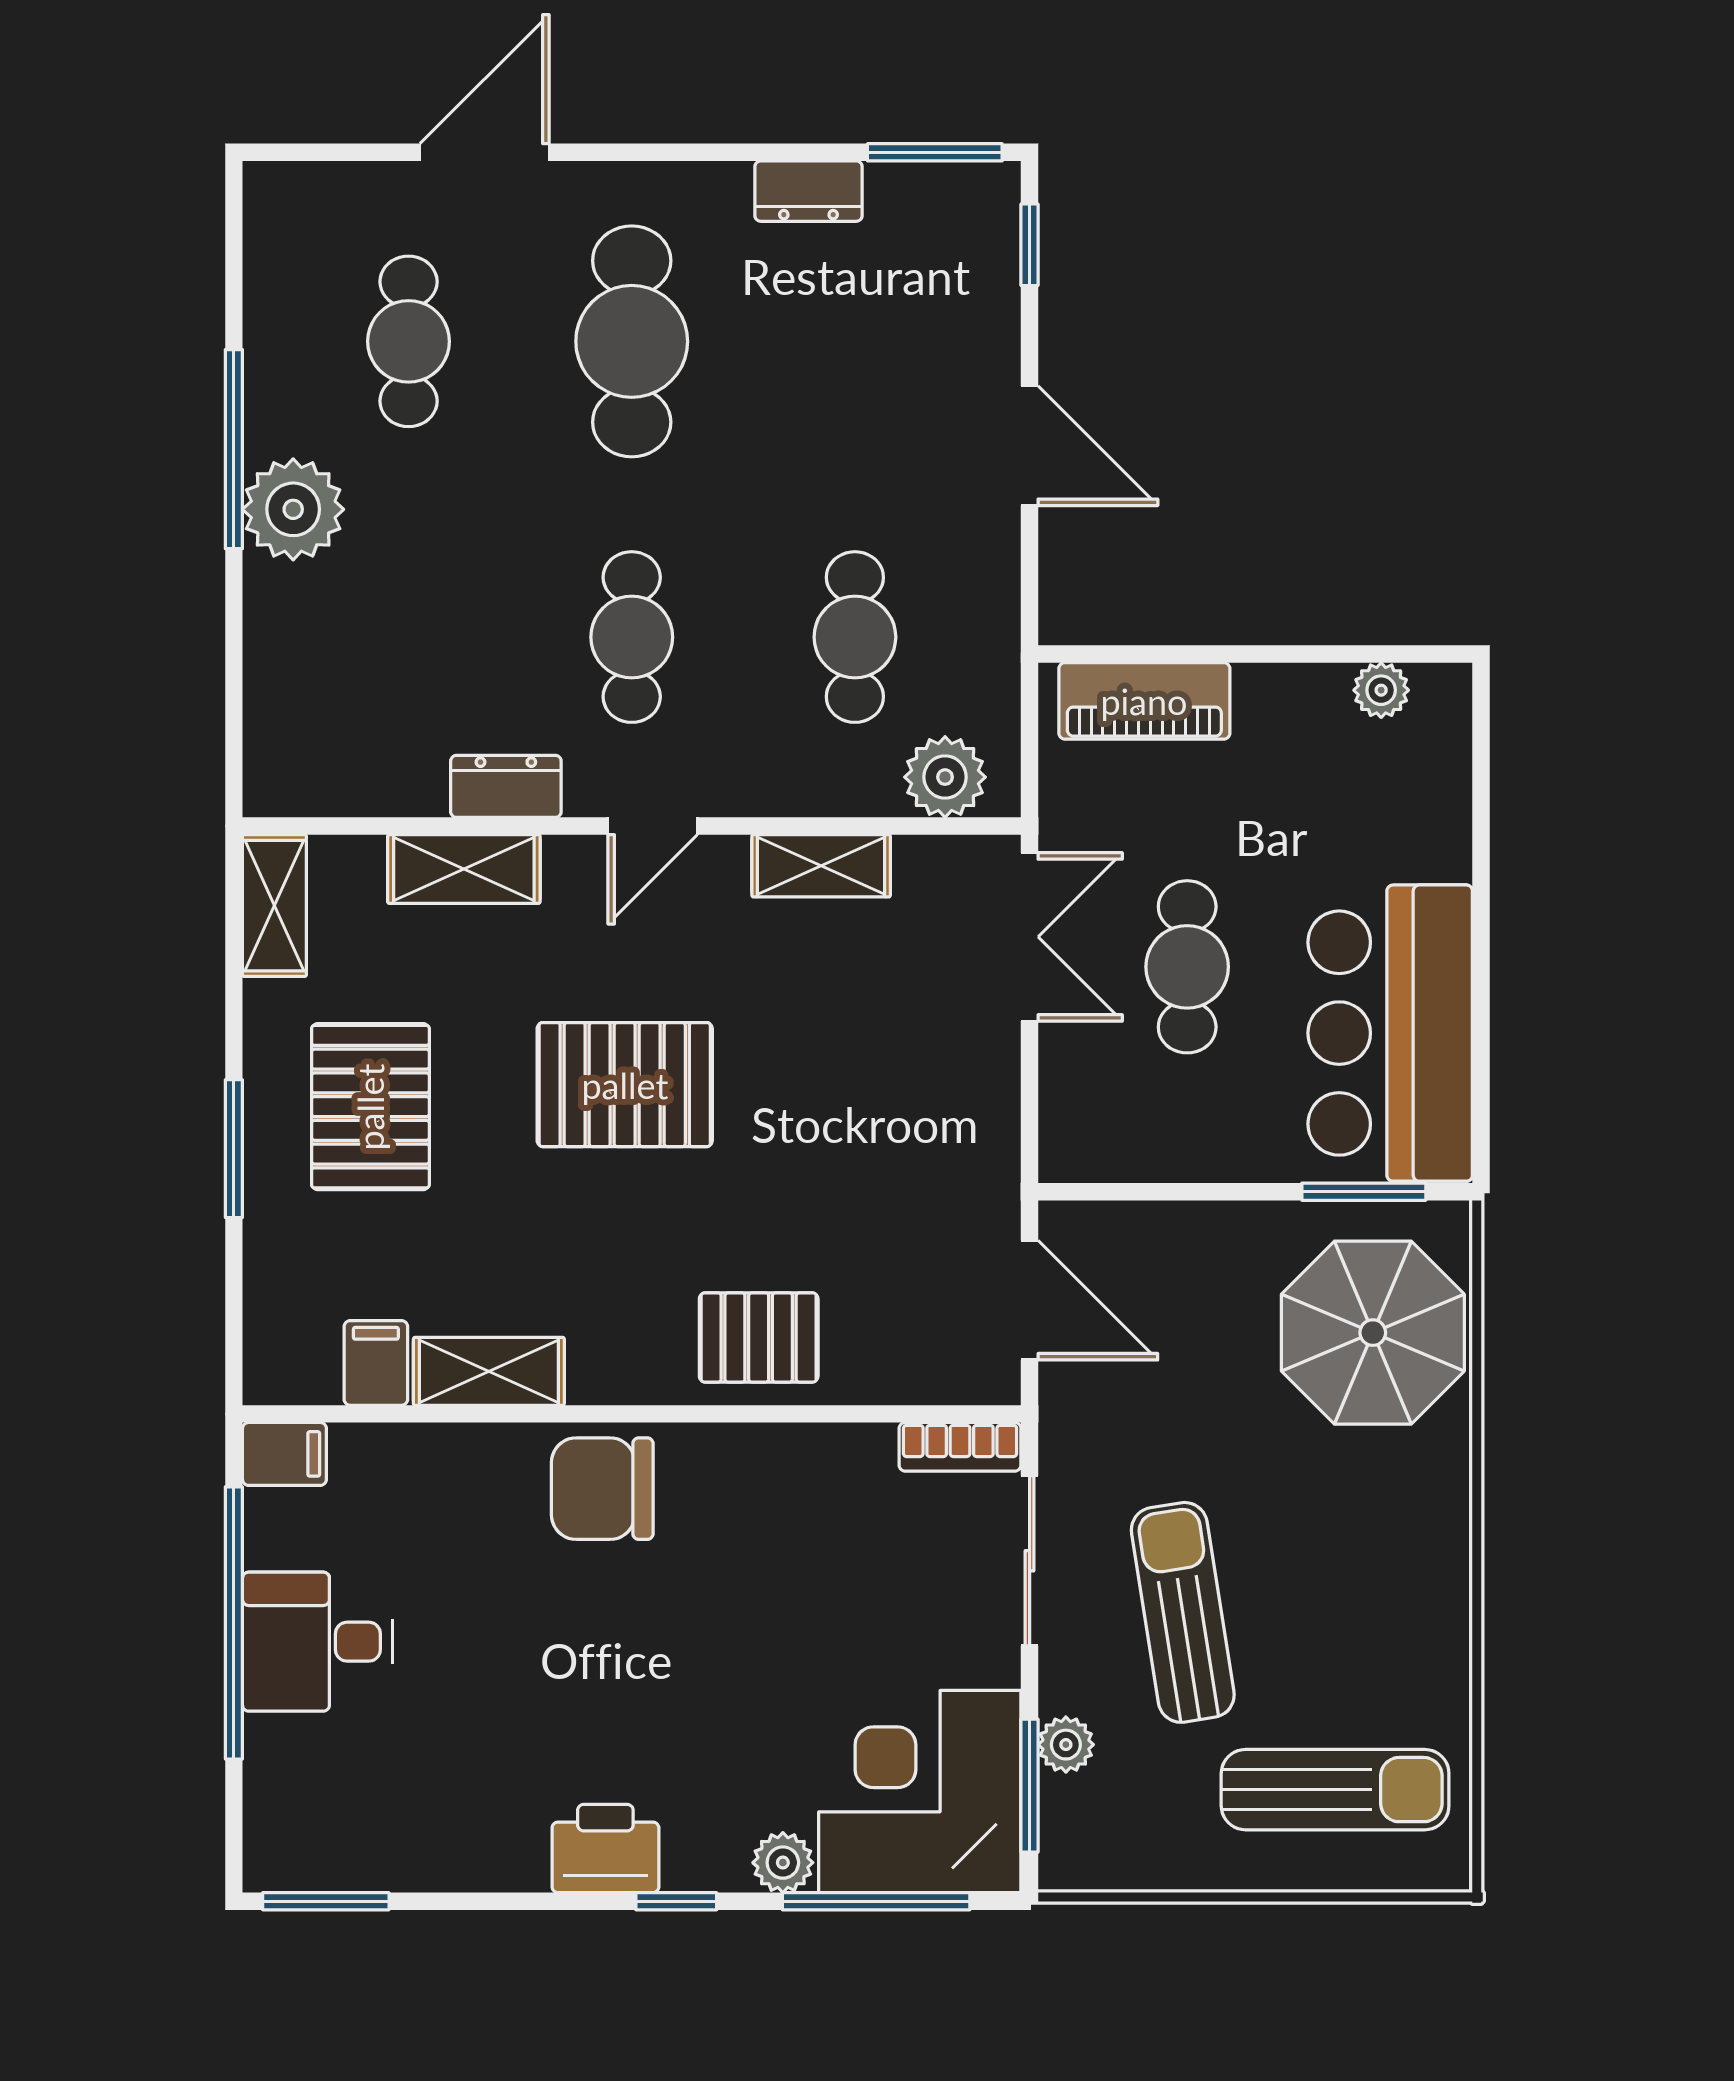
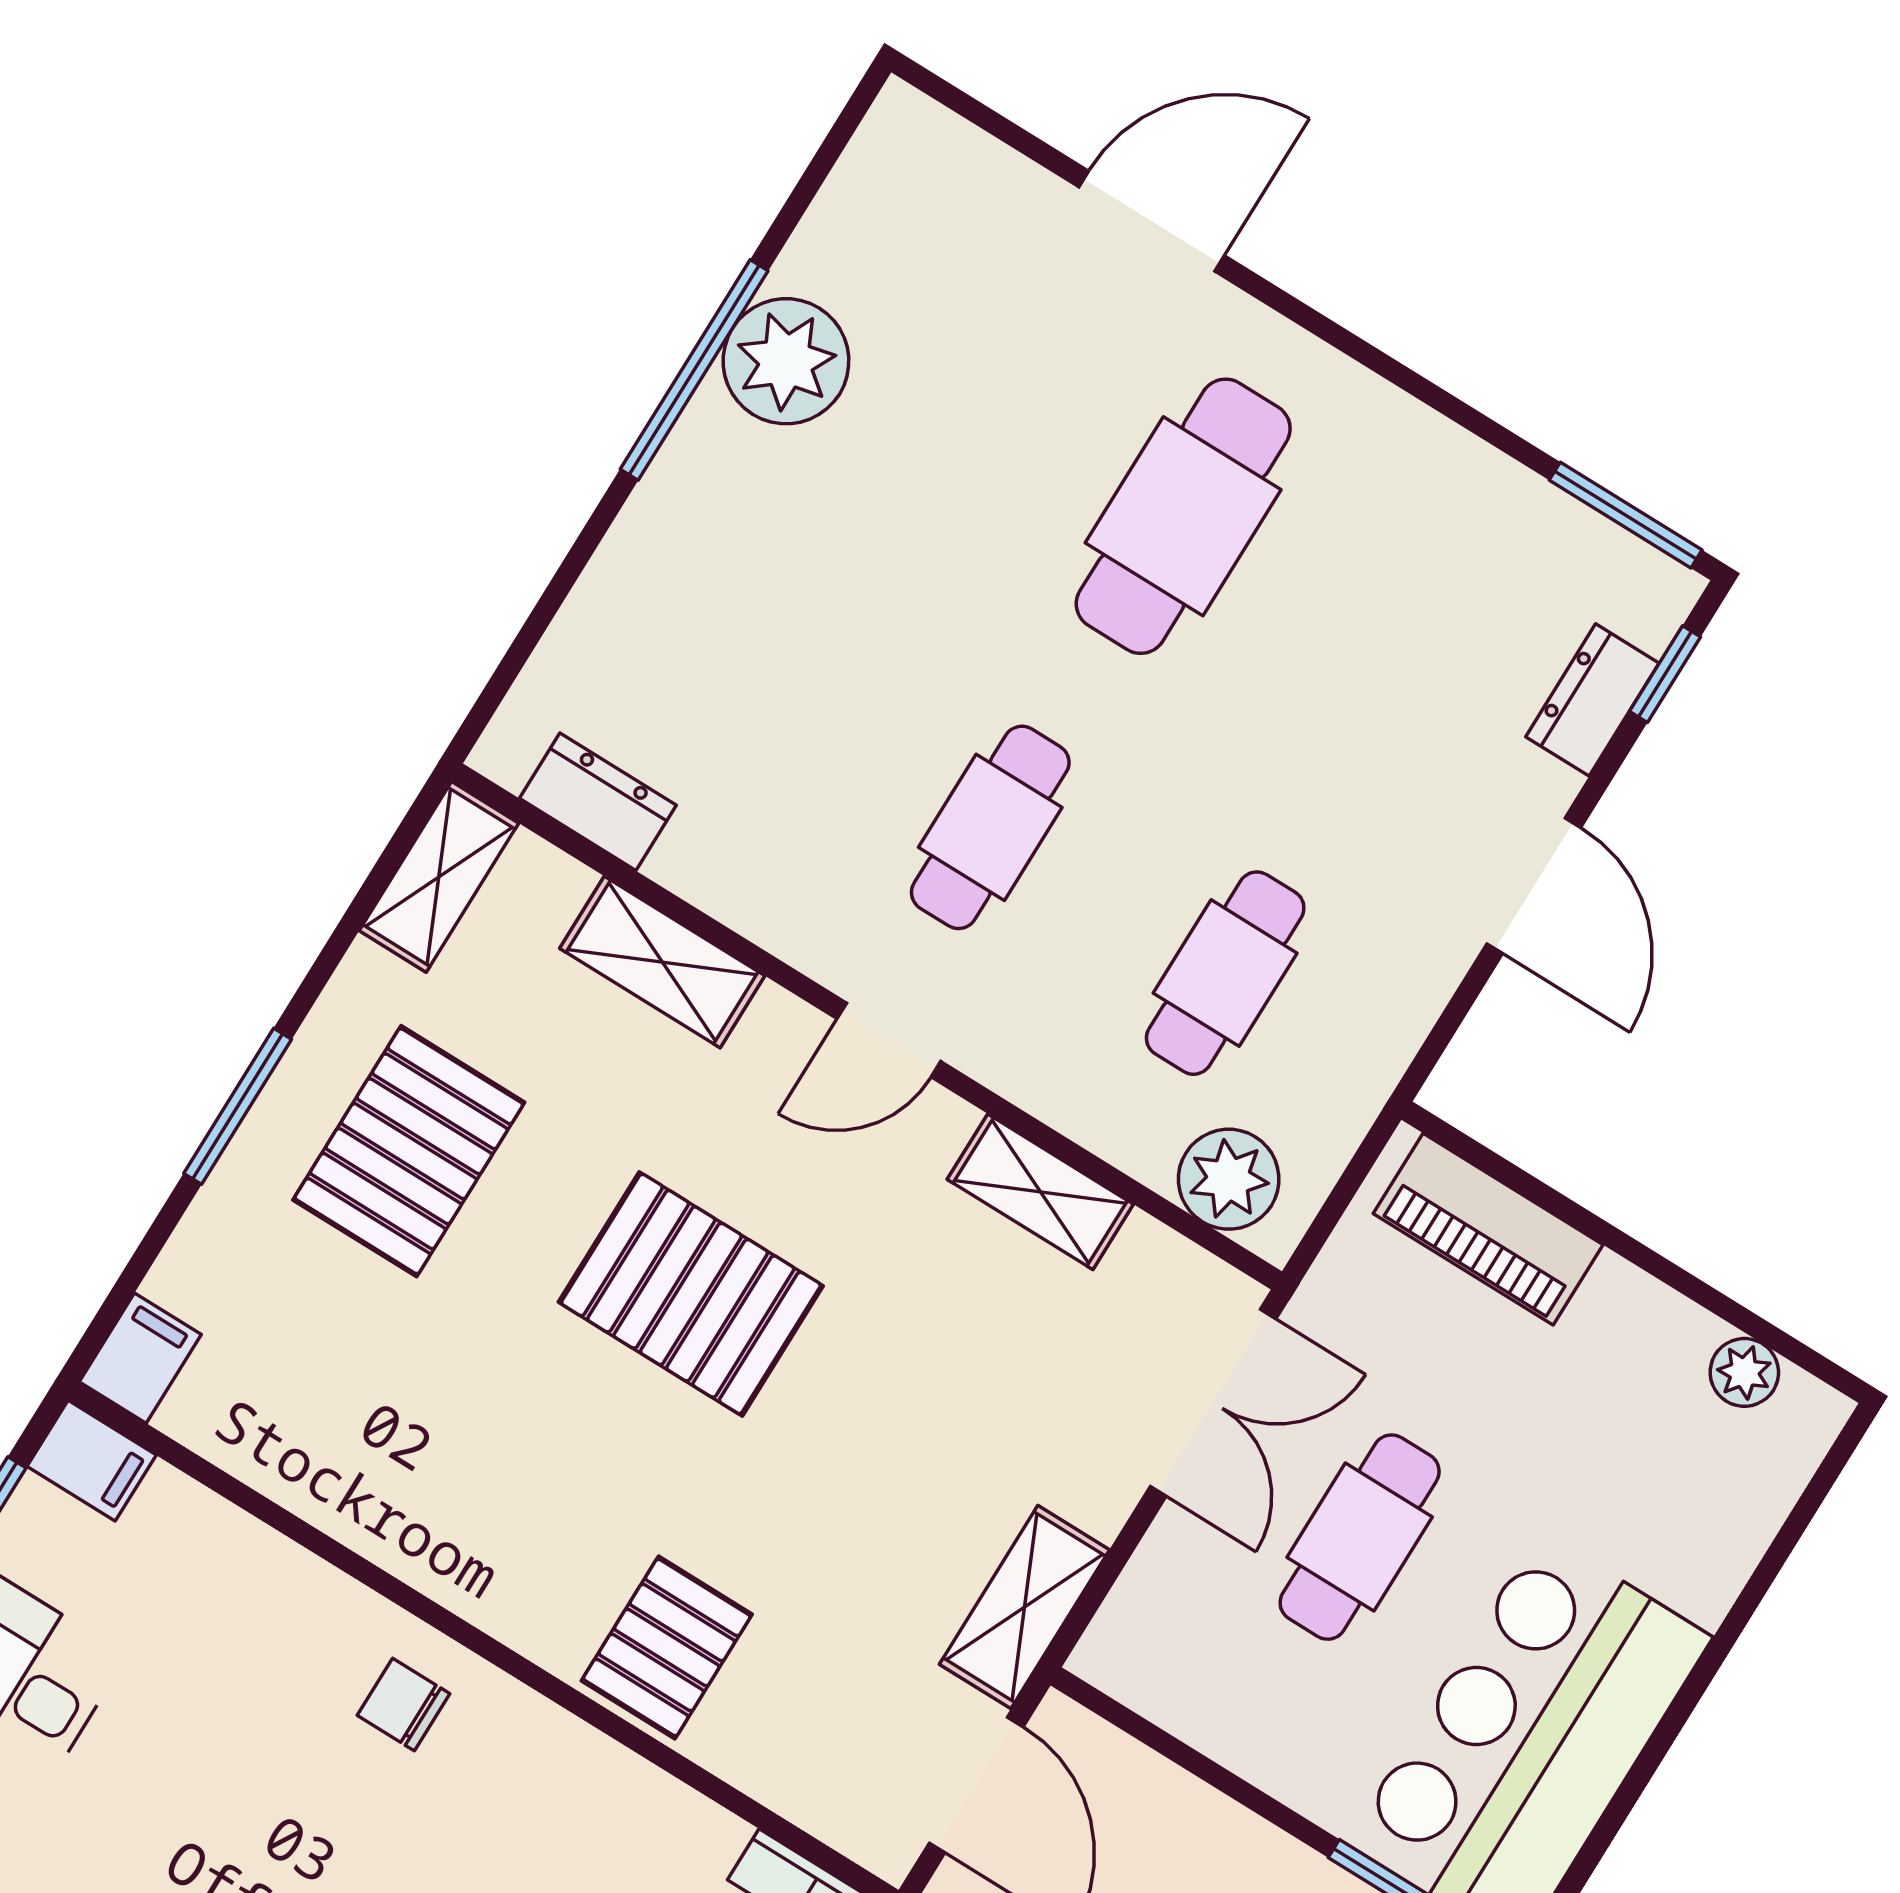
dresser: (808, 191) -> (1592, 700), moved, turned 90
cafe table: (409, 341) -> (948, 371), removed
plant: (293, 509) -> (786, 361), moved
dresser: (506, 786) -> (598, 802), moved
pallet: (759, 1337) -> (667, 1647), turned 90
filing cabinet: (376, 1363) -> (140, 1358), moved
shelving: (489, 1371) -> (1024, 1607), moved, turned 90
chair: (602, 1489) -> (404, 1705), width x0.54, depth x0.54

